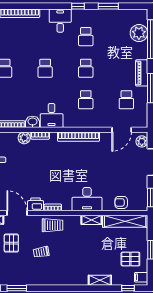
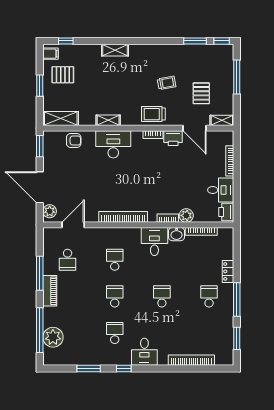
school desk: (126, 100) -> (68, 260), turned 180
shelving: (125, 221) -> (61, 119), width x0.68
shelving: (100, 280) -> (115, 50), moved

